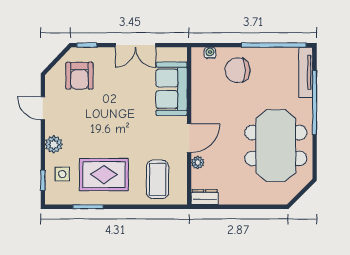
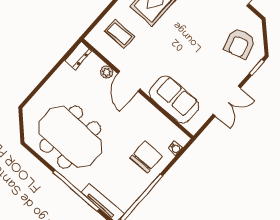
double door: (135, 45) -> (227, 101), swing flipped
armchair: (79, 76) -> (240, 43), turned -107
coffee table: (158, 179) -> (120, 34), width x0.73, depth x0.77

